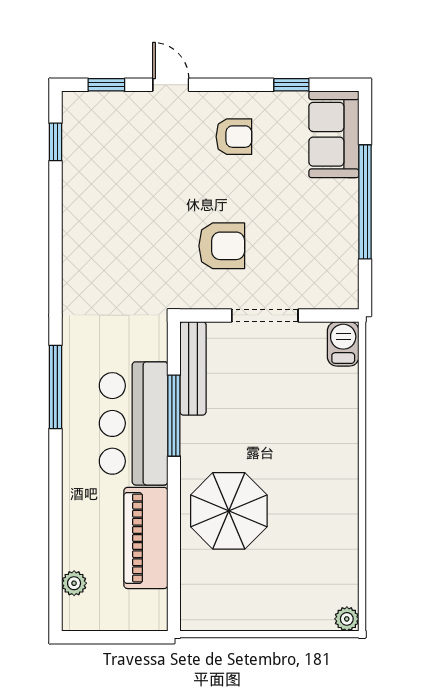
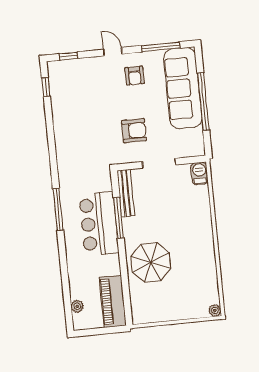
door: (171, 85) -> (113, 52), moved
window: (291, 85) -> (161, 47), width x2.17
sofa: (334, 134) -> (183, 88), width x1.85, depth x1.27
armchair: (234, 137) -> (135, 76), turned 90
piano: (146, 538) -> (113, 301), moved

